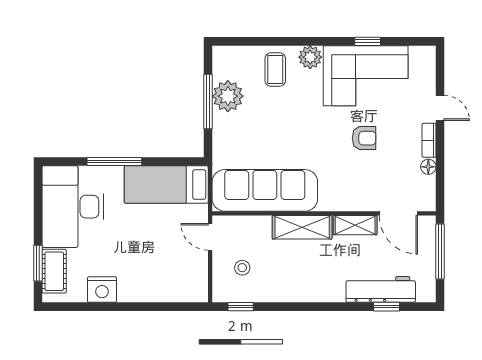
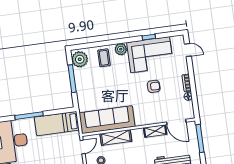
plant: (228, 96) -> (80, 59), moved
door: (440, 108) -> (188, 50), moved
shelving: (302, 227) -> (116, 138), moved
door: (210, 237) -> (83, 147), swing flipped

